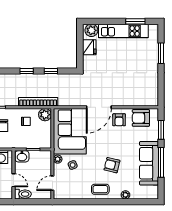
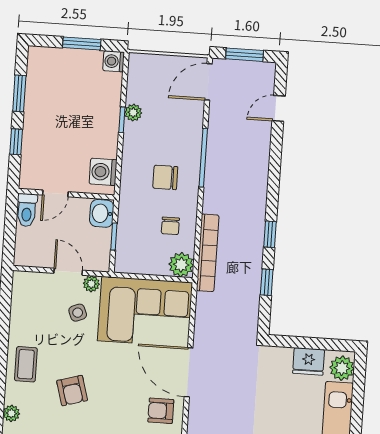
armchair: (112, 165) -> (72, 391), turned 150
door: (52, 183) -> (68, 272), moved

